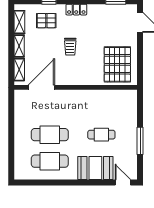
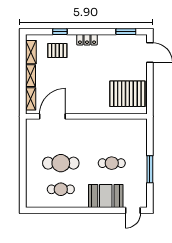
trolley: (70, 47) -> (81, 76), removed
pallet: (117, 64) -> (127, 94), turned 90
cafe table: (50, 161) -> (61, 189), width x0.73, depth x0.74
door: (123, 183) -> (133, 210), swing flipped

